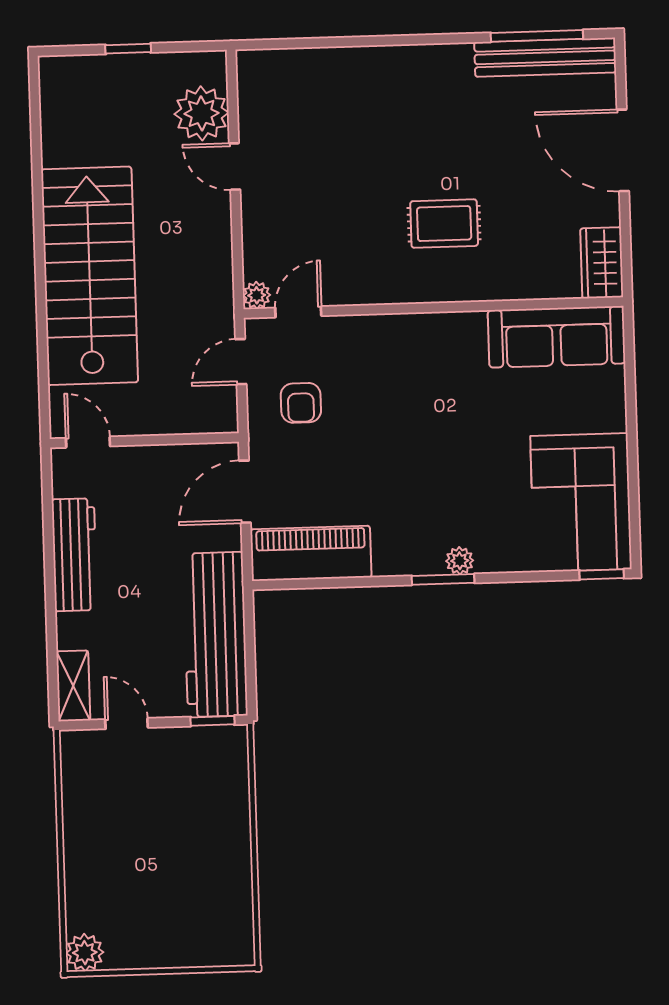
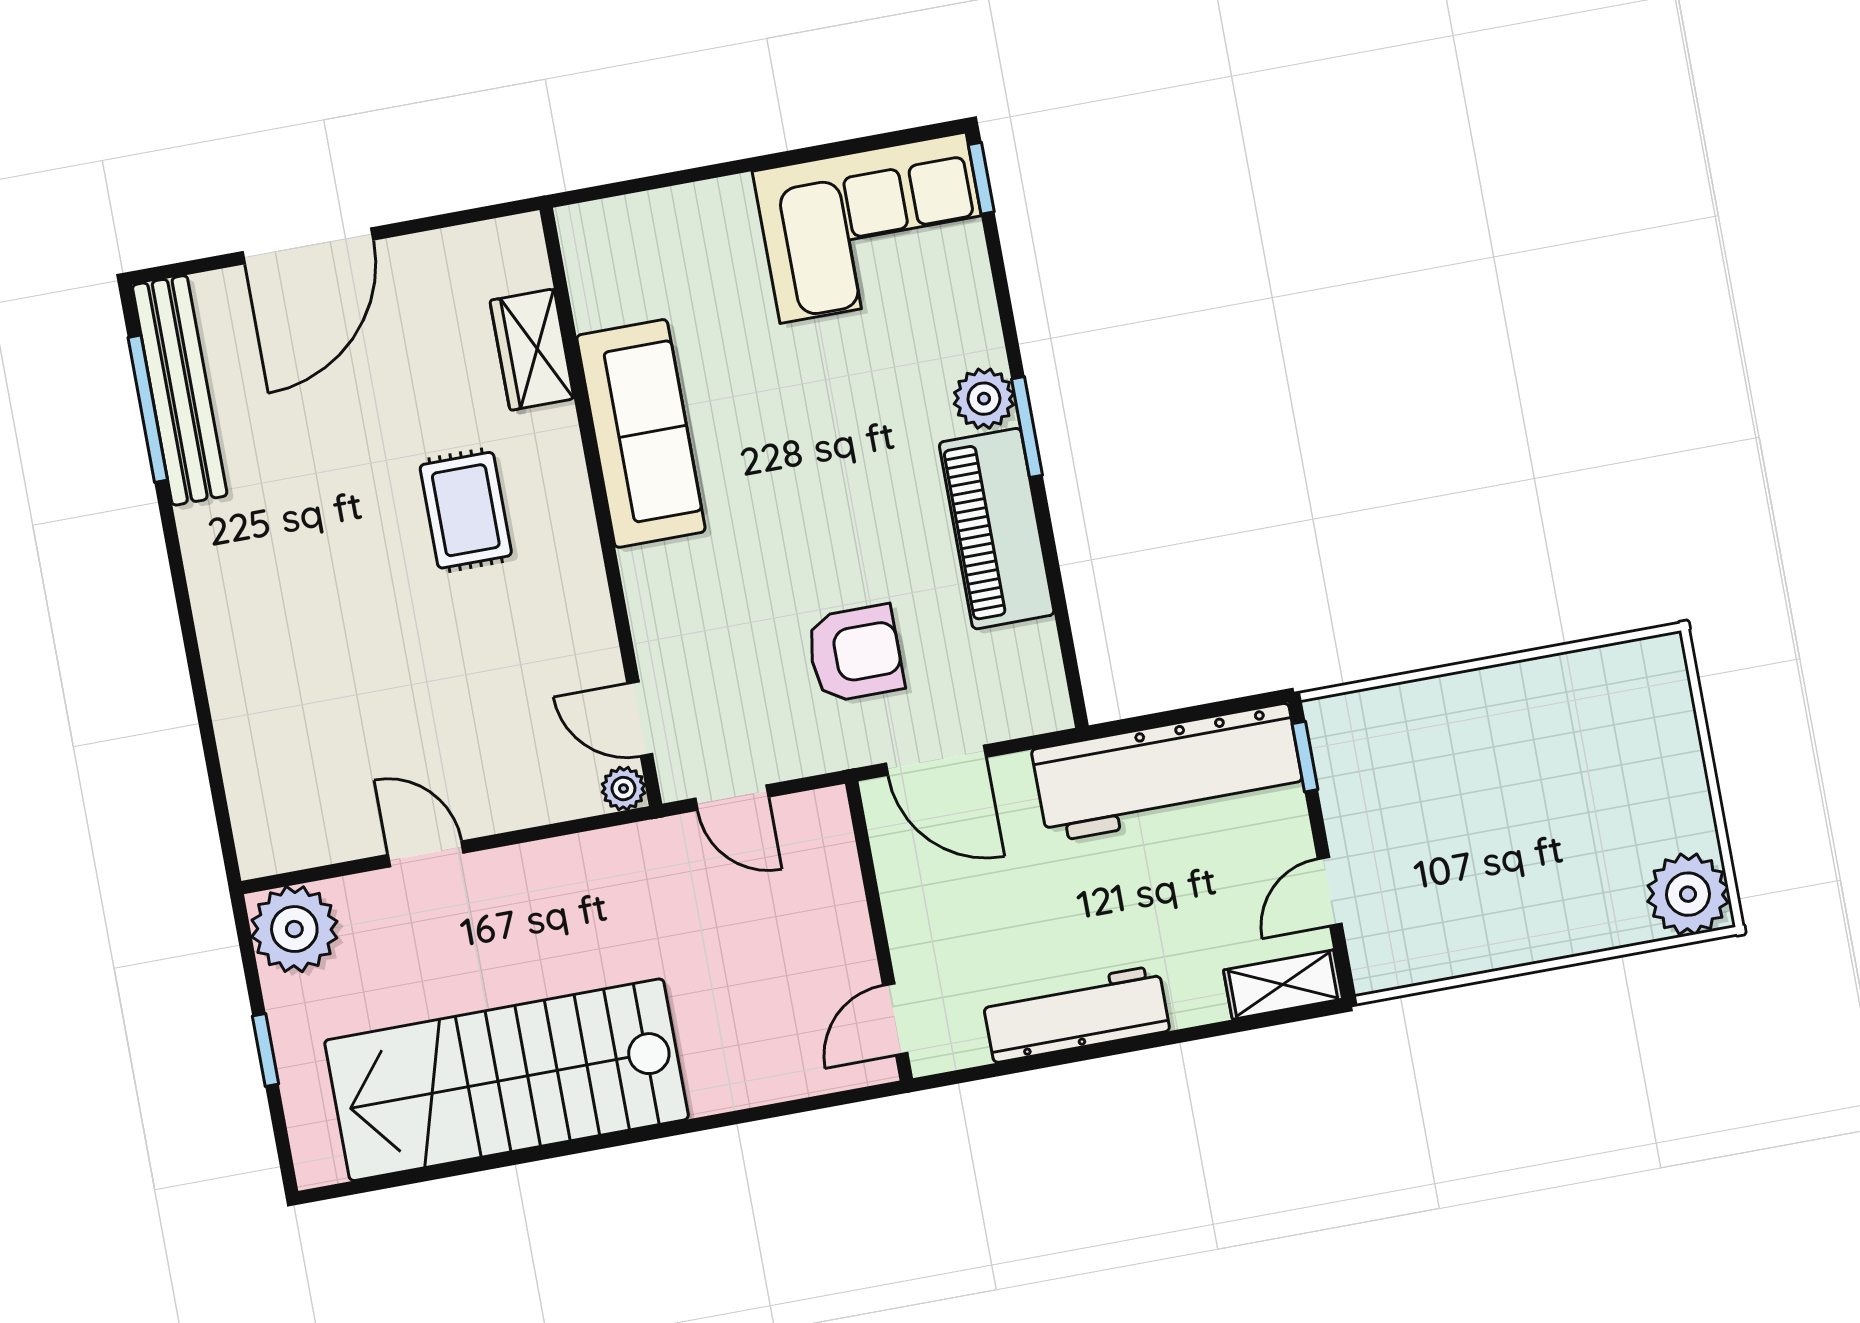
plant: (202, 113) -> (294, 929), moved
door: (235, 167) -> (426, 854), swing flipped
wardrobe: (602, 263) -> (532, 350), moved, turned 90
stairs: (90, 276) -> (507, 1080), moved
sofa: (557, 337) -> (641, 433), moved
armchair: (301, 403) -> (855, 654), moved, width x1.38, depth x1.38
piano: (311, 553) -> (997, 529), moved
plant: (460, 561) -> (984, 399), width x1.38, depth x1.38
plant: (85, 953) -> (1688, 894), width x1.36, depth x1.36

